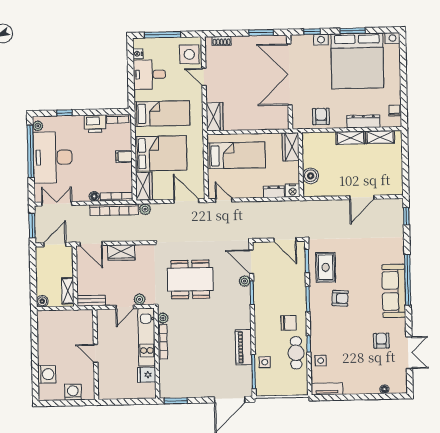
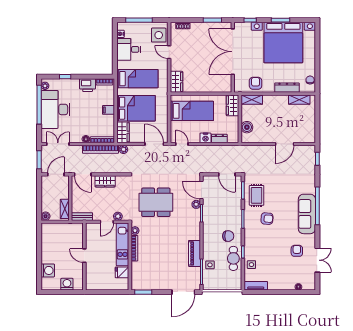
shelving: (351, 138) -> (252, 100), moved
nightstand: (293, 191) -> (206, 138), moved

